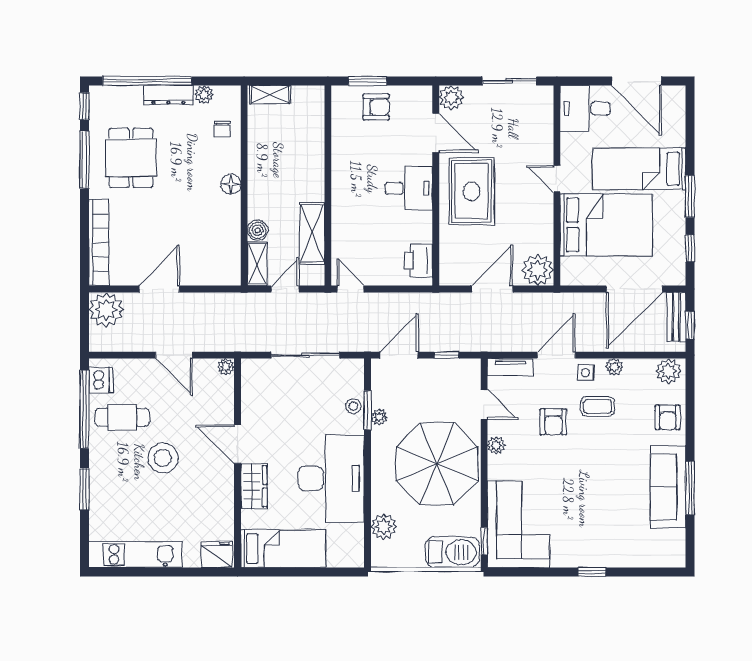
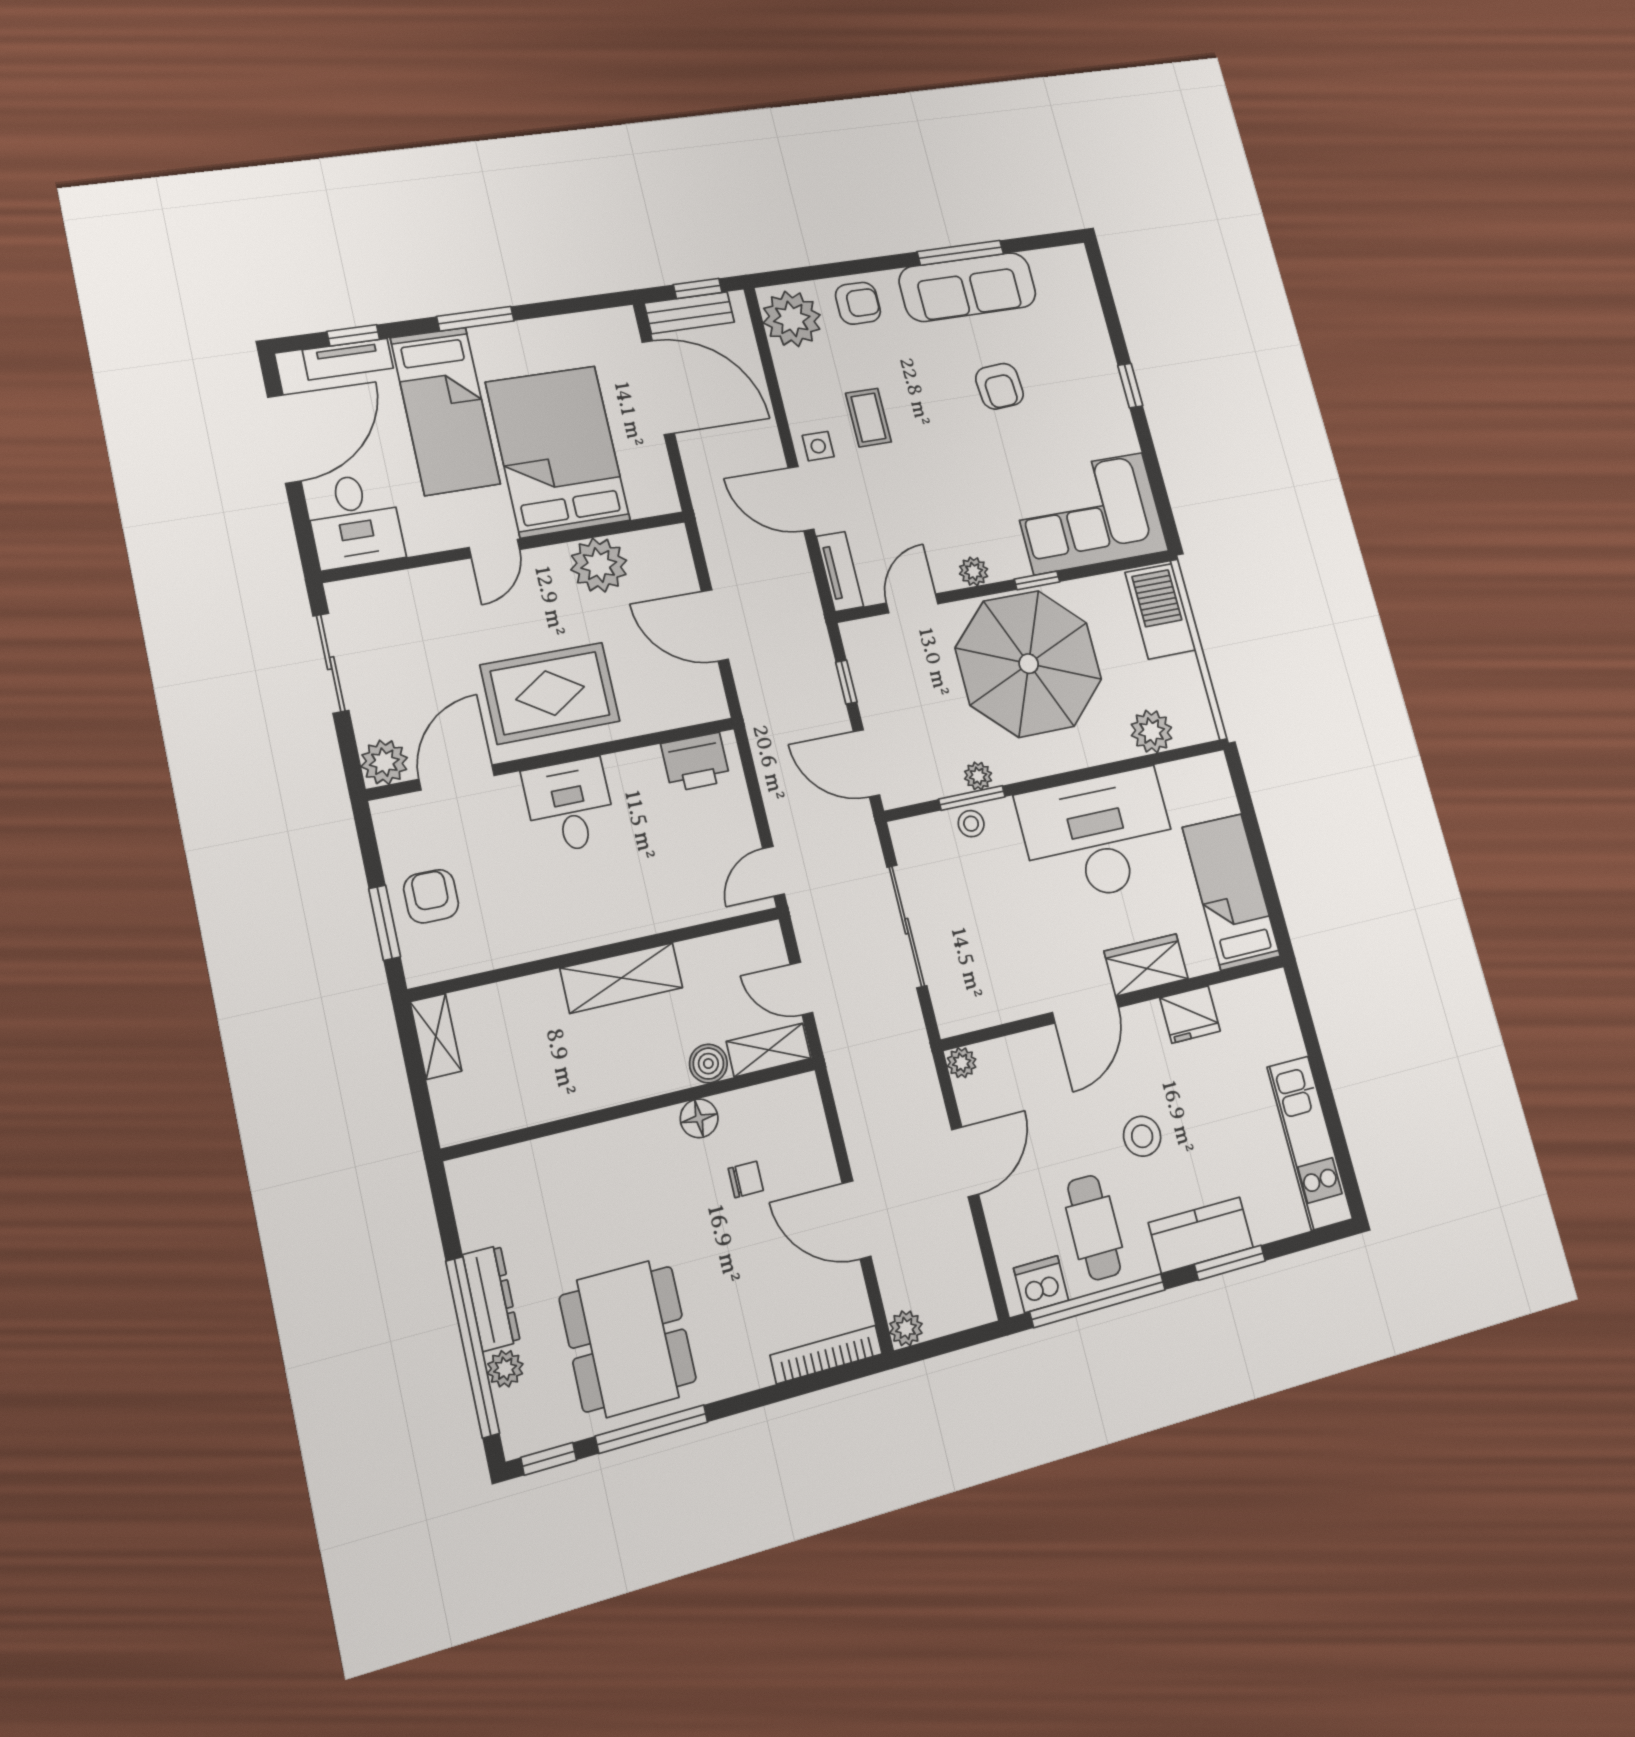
plant: (204, 94) -> (505, 1369), moved
shelving: (270, 95) -> (436, 1036), moved
tv unit: (677, 123) -> (348, 359), added
chair: (222, 129) -> (746, 1179), moved
dining table: (131, 158) -> (628, 1339), width x1.38
floor lamp: (231, 184) -> (699, 1118), moved
shelving: (312, 233) -> (621, 978), moved
bookcase: (99, 243) -> (826, 1355), width x0.68, depth x0.76
window: (690, 248) -> (353, 335), moved
plant: (538, 270) -> (599, 565), moved
plant: (106, 310) -> (906, 1328), width x0.53, depth x0.53
plant: (614, 367) -> (797, 401), removed
plant: (668, 371) -> (792, 319), width x1.36, depth x1.36
armchair: (554, 422) -> (1000, 386), moved, turned 86
stool: (163, 458) -> (1142, 1136), width x0.73, depth x0.73
kitchen counter: (103, 477) -> (1201, 1235), added
window: (484, 541) -> (1037, 581), moved
fridge: (217, 555) -> (1190, 1014), moved, turned -90

